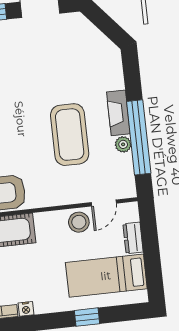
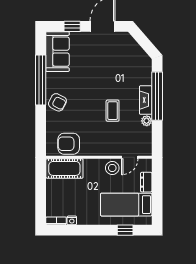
coffee table: (70, 135) -> (113, 111), width x0.54, depth x0.58
window: (139, 137) -> (157, 96), moved
window: (87, 317) -> (125, 230), moved

